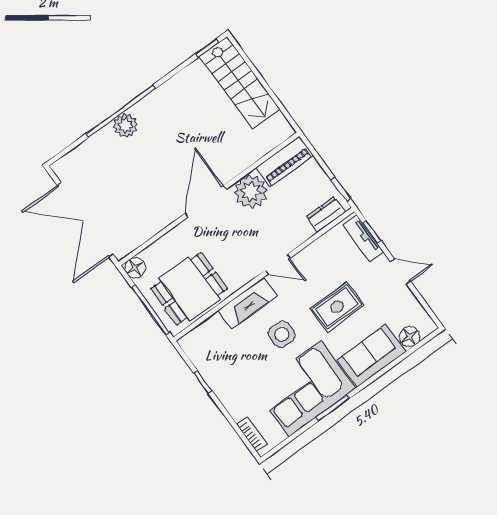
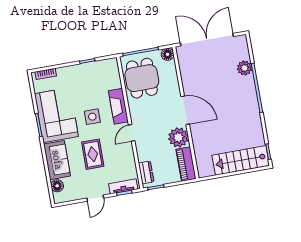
plant: (125, 125) -> (245, 68), moved

